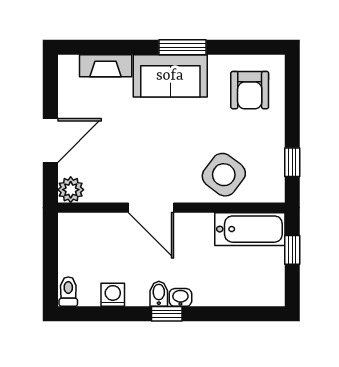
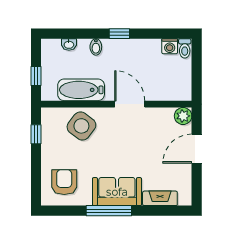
window: (183, 47) -> (109, 211), width x1.44
bathtub: (250, 229) -> (81, 90), moved
bidet: (159, 294) -> (96, 47), moved
washing machine: (113, 295) -> (170, 46), moved
washbasin: (180, 297) -> (69, 44), moved

